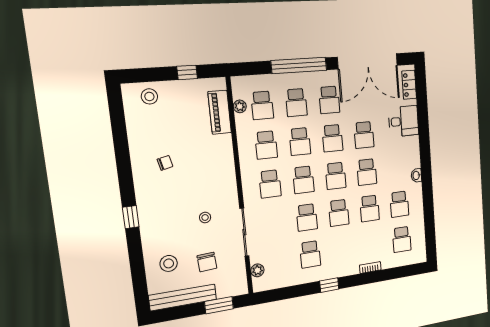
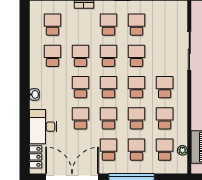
desk: (404, 121) -> (43, 127), width x1.37
washbasin: (416, 175) -> (34, 94), moved
school desk: (342, 249) -> (109, 25), added
plant: (257, 270) -> (182, 19), removed

